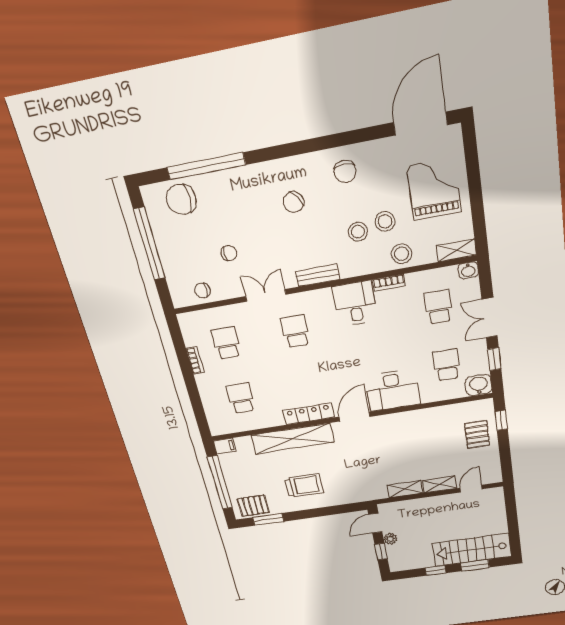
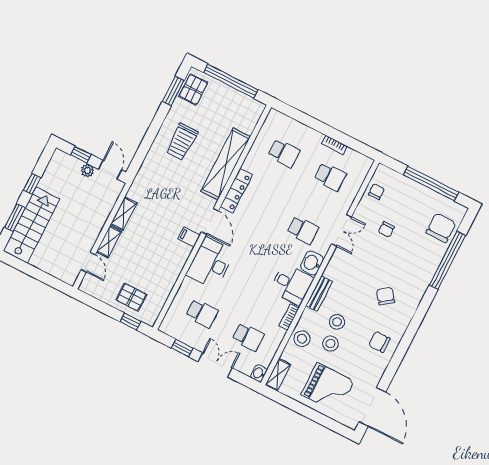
bench: (318, 275) -> (319, 294), moved
washbasin: (479, 385) -> (312, 263), moved, turned 180
filing cabinet: (225, 446) -> (189, 237), moved, turned 90

